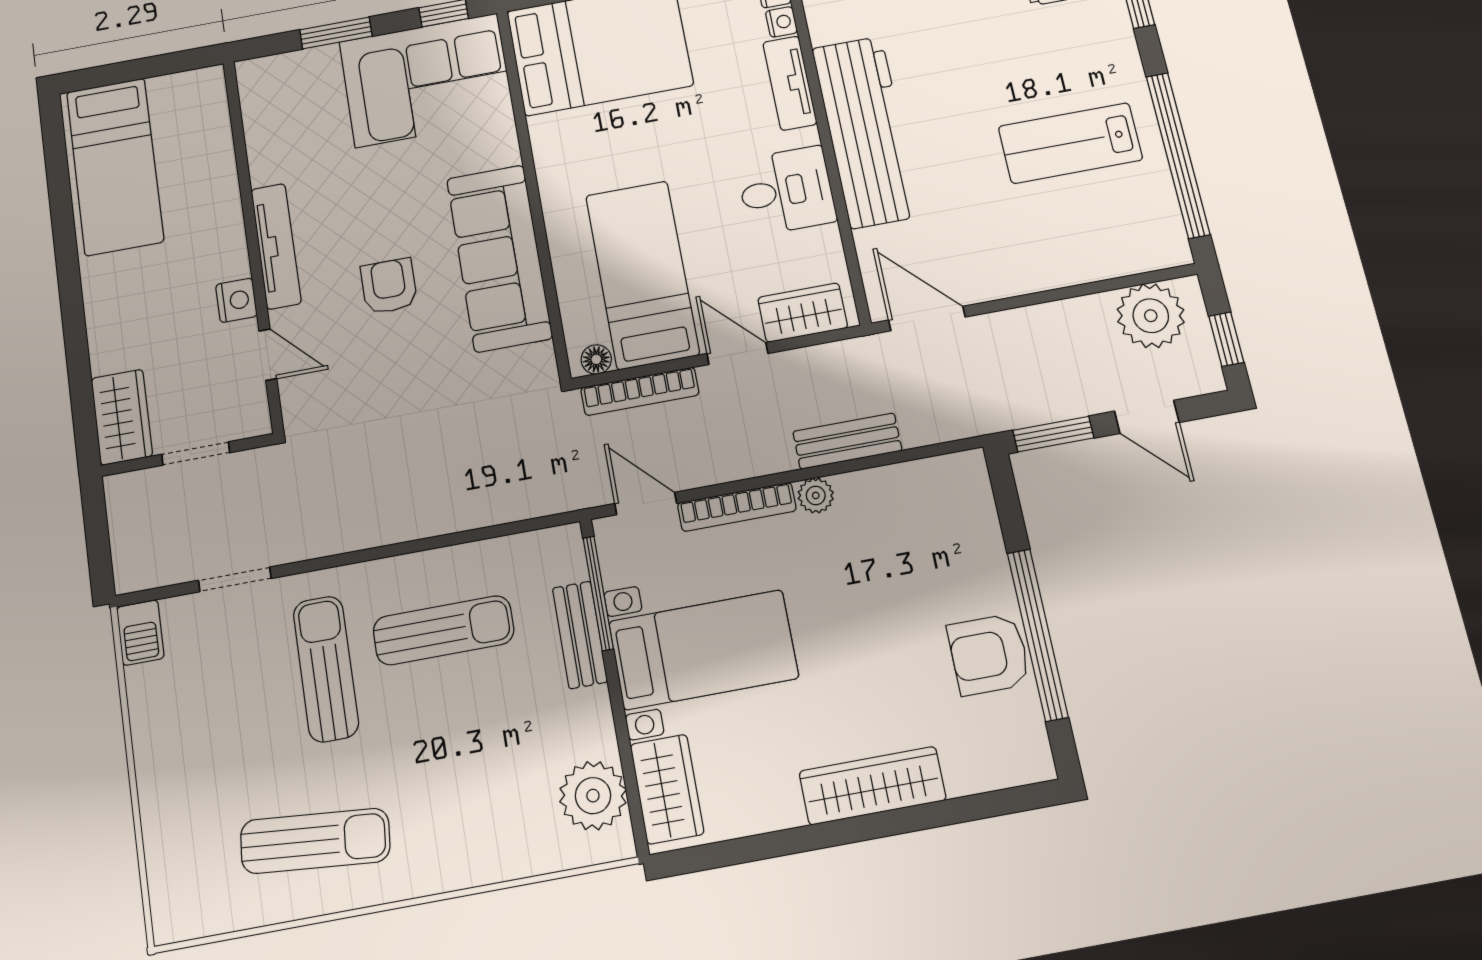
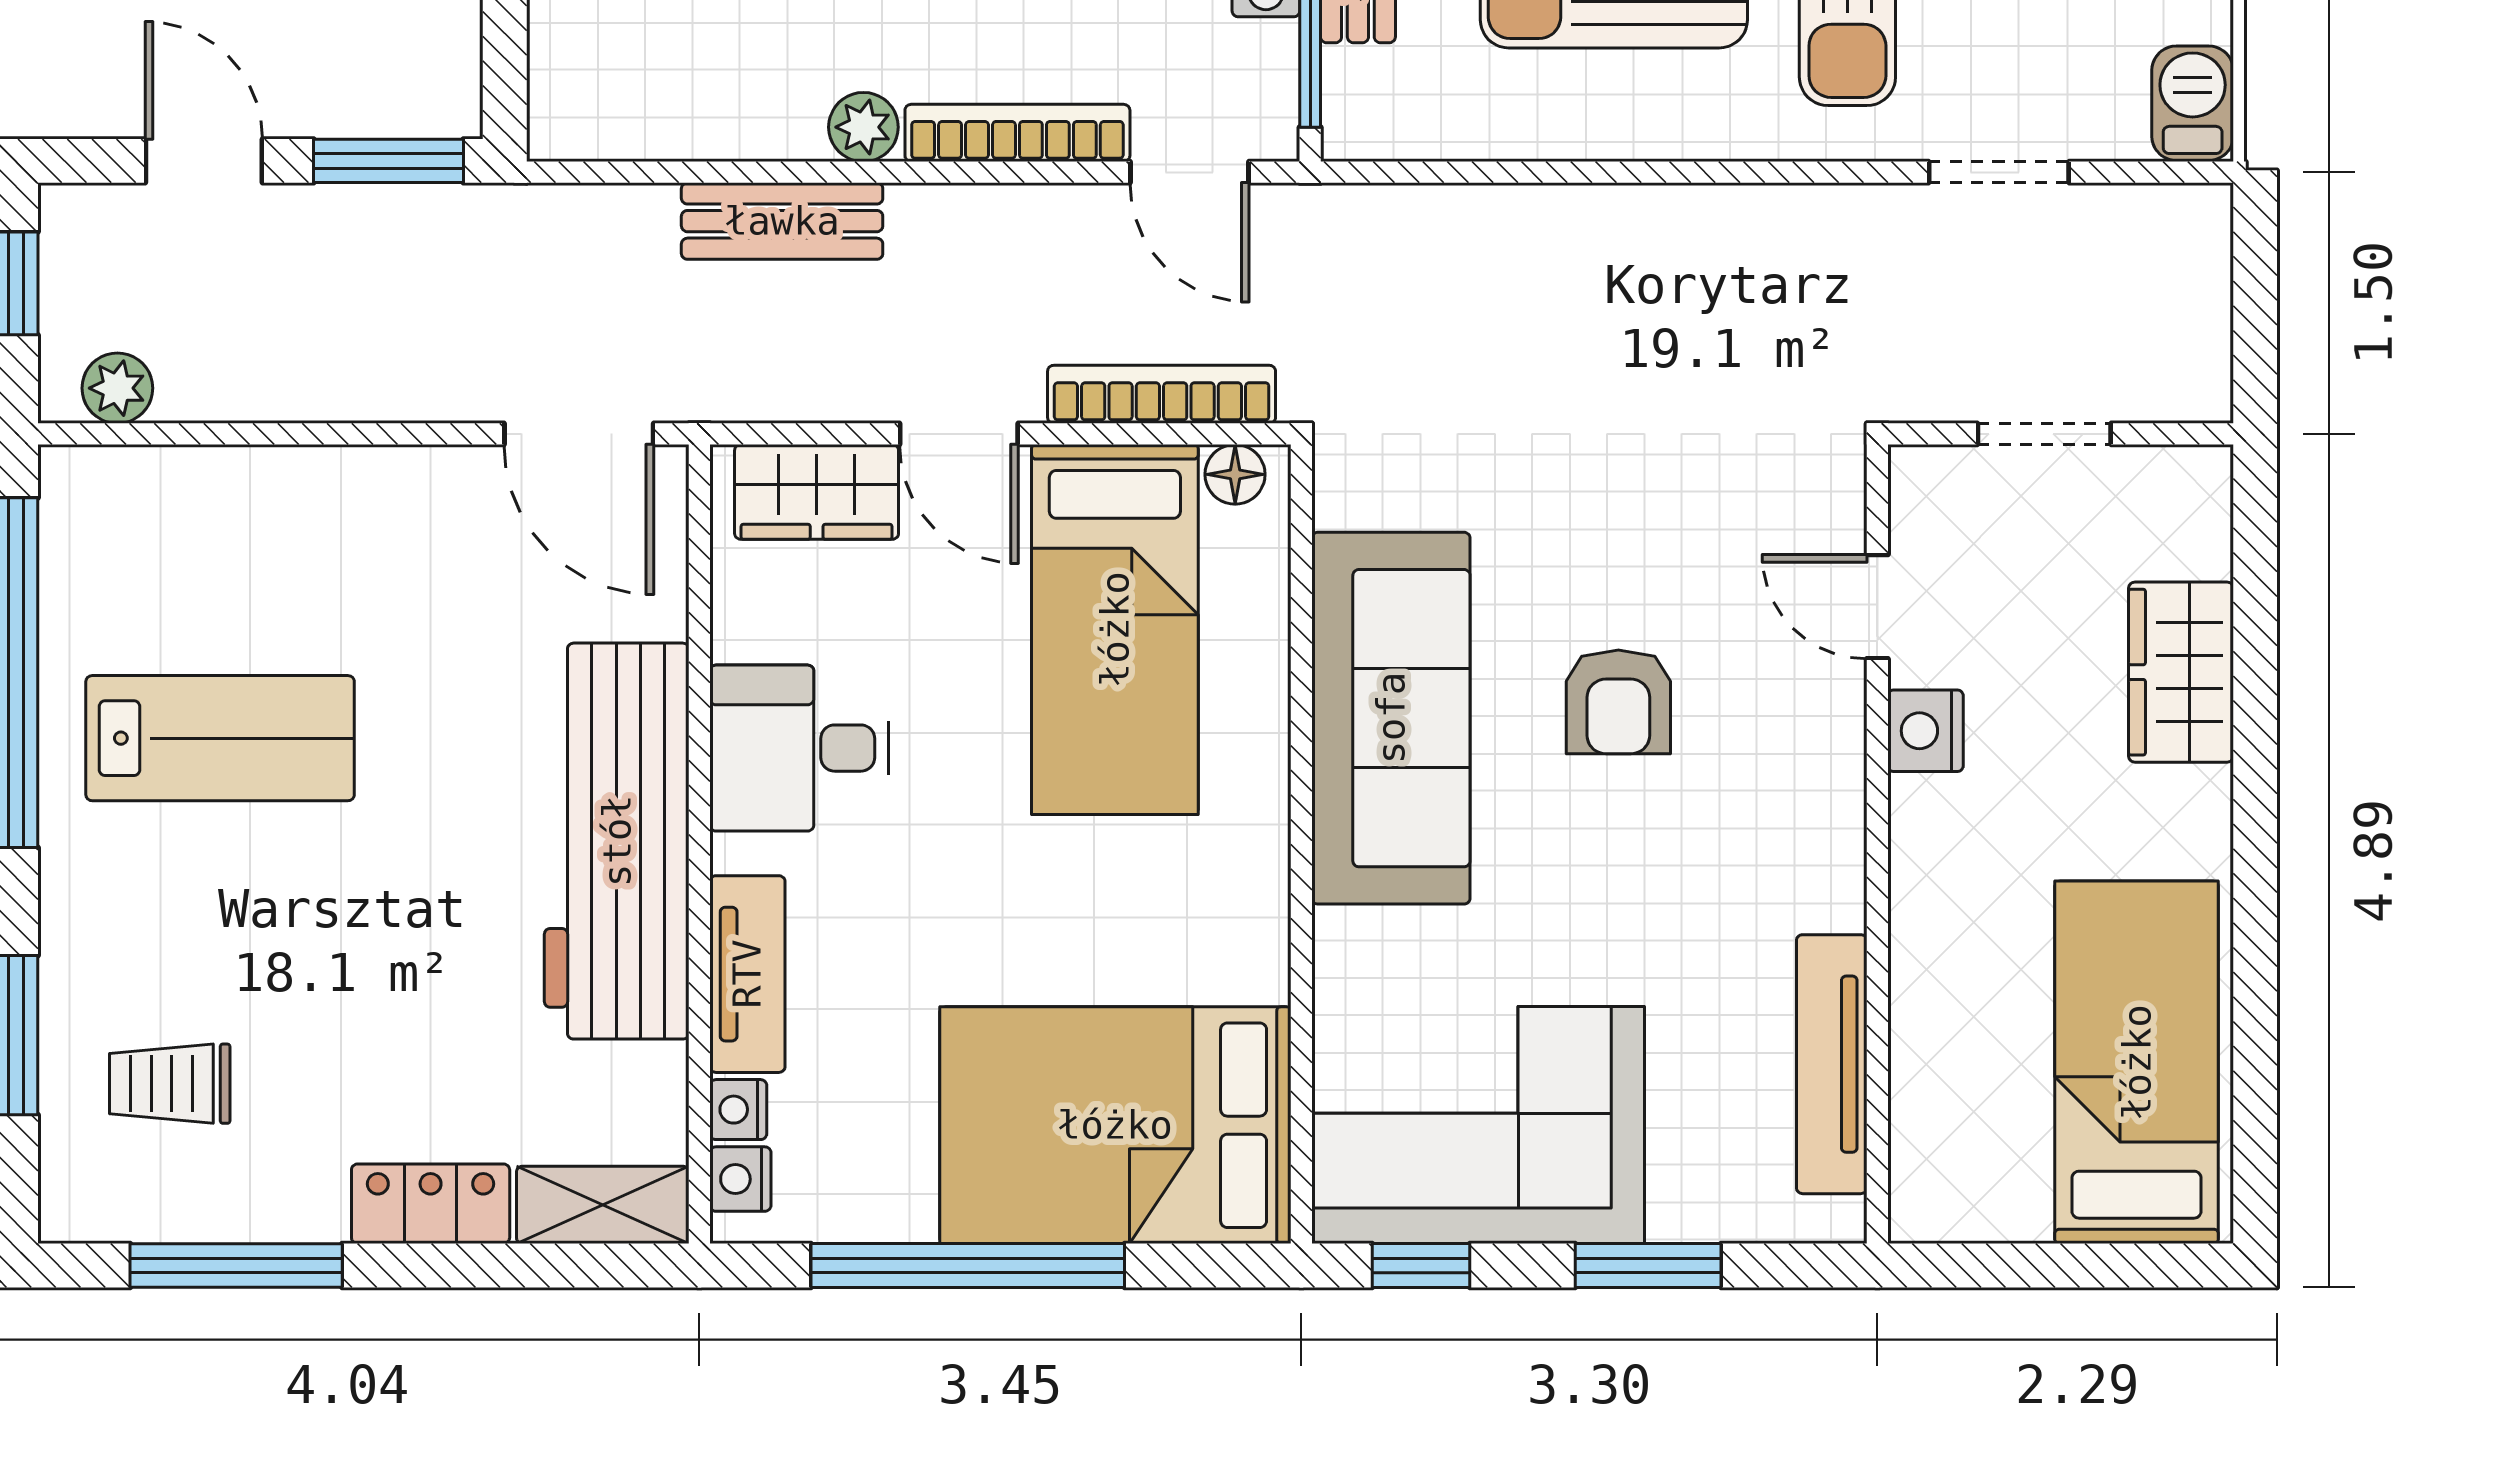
tv unit: (276, 246) -> (1832, 1064), moved
plant: (1151, 316) -> (117, 388), width x0.53, depth x0.53
wardrobe: (122, 417) -> (2181, 672), moved

